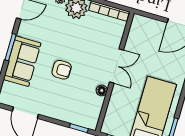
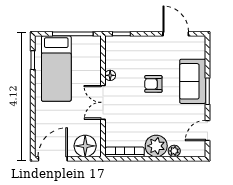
floor lamp: (146, 28) -> (85, 146), added

